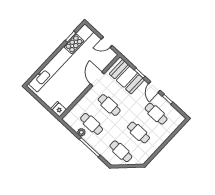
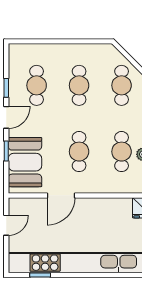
door: (107, 42) -> (6, 225), hinge flipped

